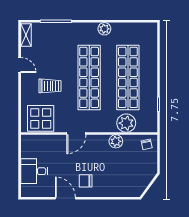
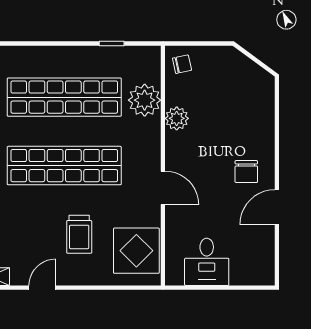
trolley: (50, 86) -> (79, 234), turned 180
desk: (34, 171) -> (207, 262), moved

